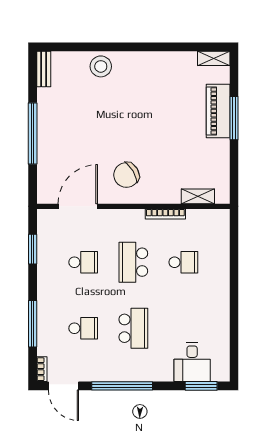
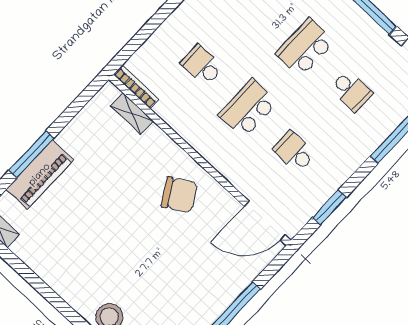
door: (78, 206) -> (265, 221), moved
bookcase: (165, 214) -> (136, 87), moved
school desk: (133, 262) -> (248, 108), turned 180
school desk: (83, 328) -> (351, 91), turned 180

